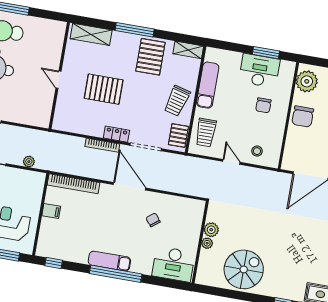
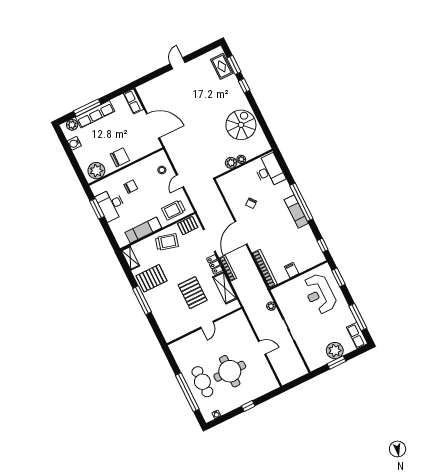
shelving: (91, 34) -> (225, 288), moved
trolley: (206, 133) -> (174, 210), turned 180
spiral stairs: (244, 269) -> (241, 125), turned 90

